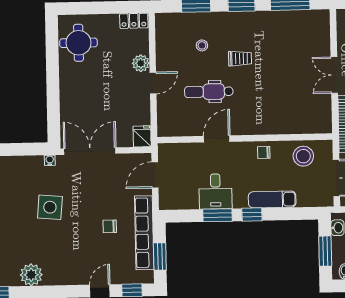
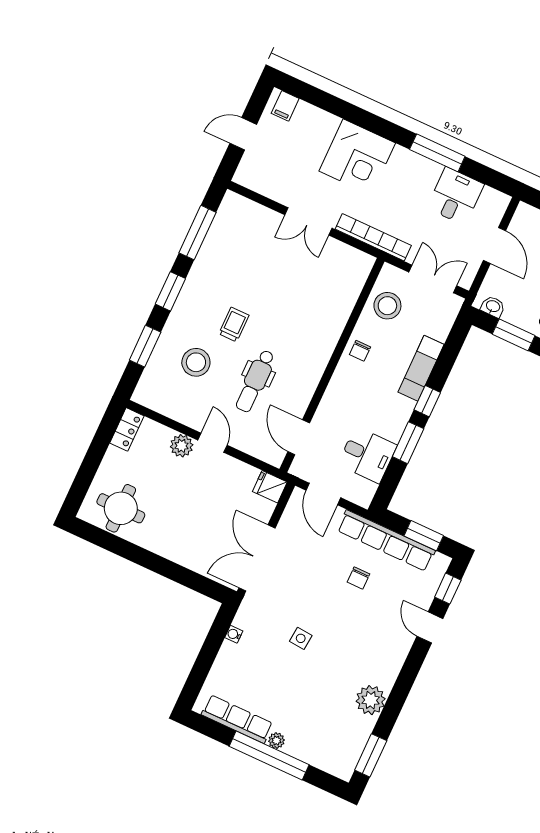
stool: (202, 45) -> (196, 362), width x1.89, depth x1.89
door: (217, 139) -> (299, 437), moved
water cooler: (50, 160) -> (234, 634), moved
desk: (215, 191) -> (367, 455), moved
side table: (50, 207) -> (301, 638), width x0.54, depth x0.54

